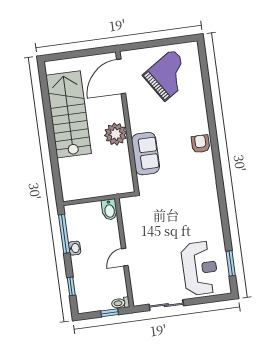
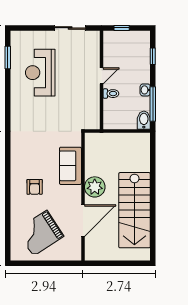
door: (121, 76) -> (83, 221), moved
armchair: (200, 144) -> (35, 187), moved
bidet: (109, 210) -> (144, 120), moved
reception desk: (200, 268) -> (40, 73), moved
toilet: (120, 303) -> (111, 94), moved

